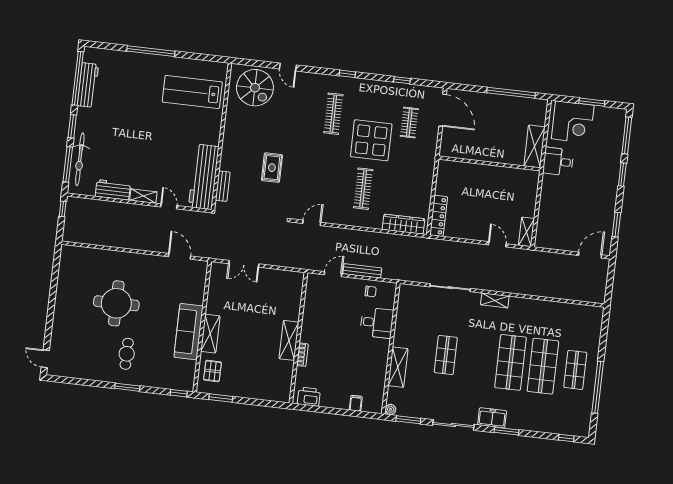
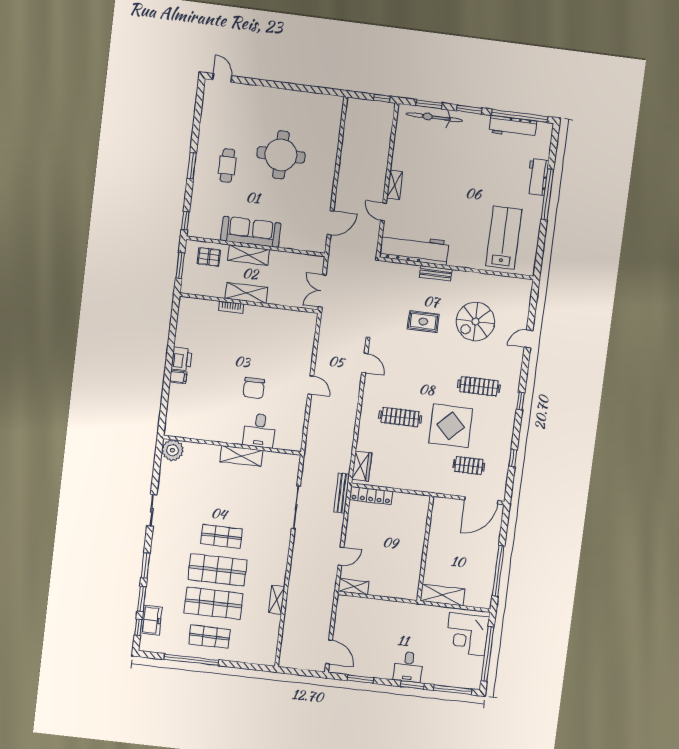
spiral stairs: (255, 88) -> (475, 322), moved
window: (592, 102) -> (487, 654), width x2.11
desk: (558, 162) -> (408, 667), moved, turned 180
window: (68, 164) -> (429, 104), width x0.69
bench: (223, 186) -> (436, 273), moved
workbench: (113, 190) -> (538, 177), moved, turned 180
door: (169, 206) -> (383, 212), swing flipped
wardrobe: (404, 224) -> (362, 466), width x0.67
bench: (362, 271) -> (342, 493), moved
chair: (371, 291) -> (254, 388), moved, width x1.87, depth x1.87
shelving: (495, 300) -> (277, 600), moved
wall: (298, 338) -> (249, 303), moved
shelving: (289, 340) -> (246, 293), moved
cafe table: (127, 354) -> (227, 165), turned 90
bookcase: (302, 355) -> (231, 307), moved
shop shelf: (446, 355) -> (221, 536), moved
door: (45, 359) -> (222, 78), hinge flipped
shelving: (398, 367) -> (241, 456), moved
filing cabinet: (356, 403) -> (178, 377), moved
plant: (391, 409) -> (173, 450), width x1.88, depth x1.88
freezer: (492, 418) -> (151, 620), moved
window: (408, 420) -> (142, 599), moved
sliding door: (453, 425) -> (152, 510), width x0.73

